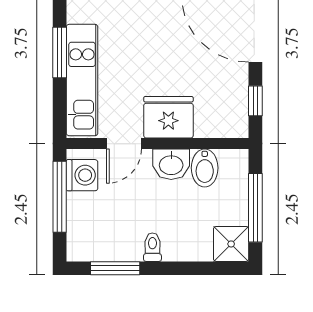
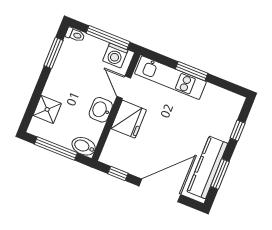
bidet: (205, 168) -> (84, 146), moved
shower: (231, 244) -> (47, 109), moved
toilet: (152, 247) -> (75, 35), moved

